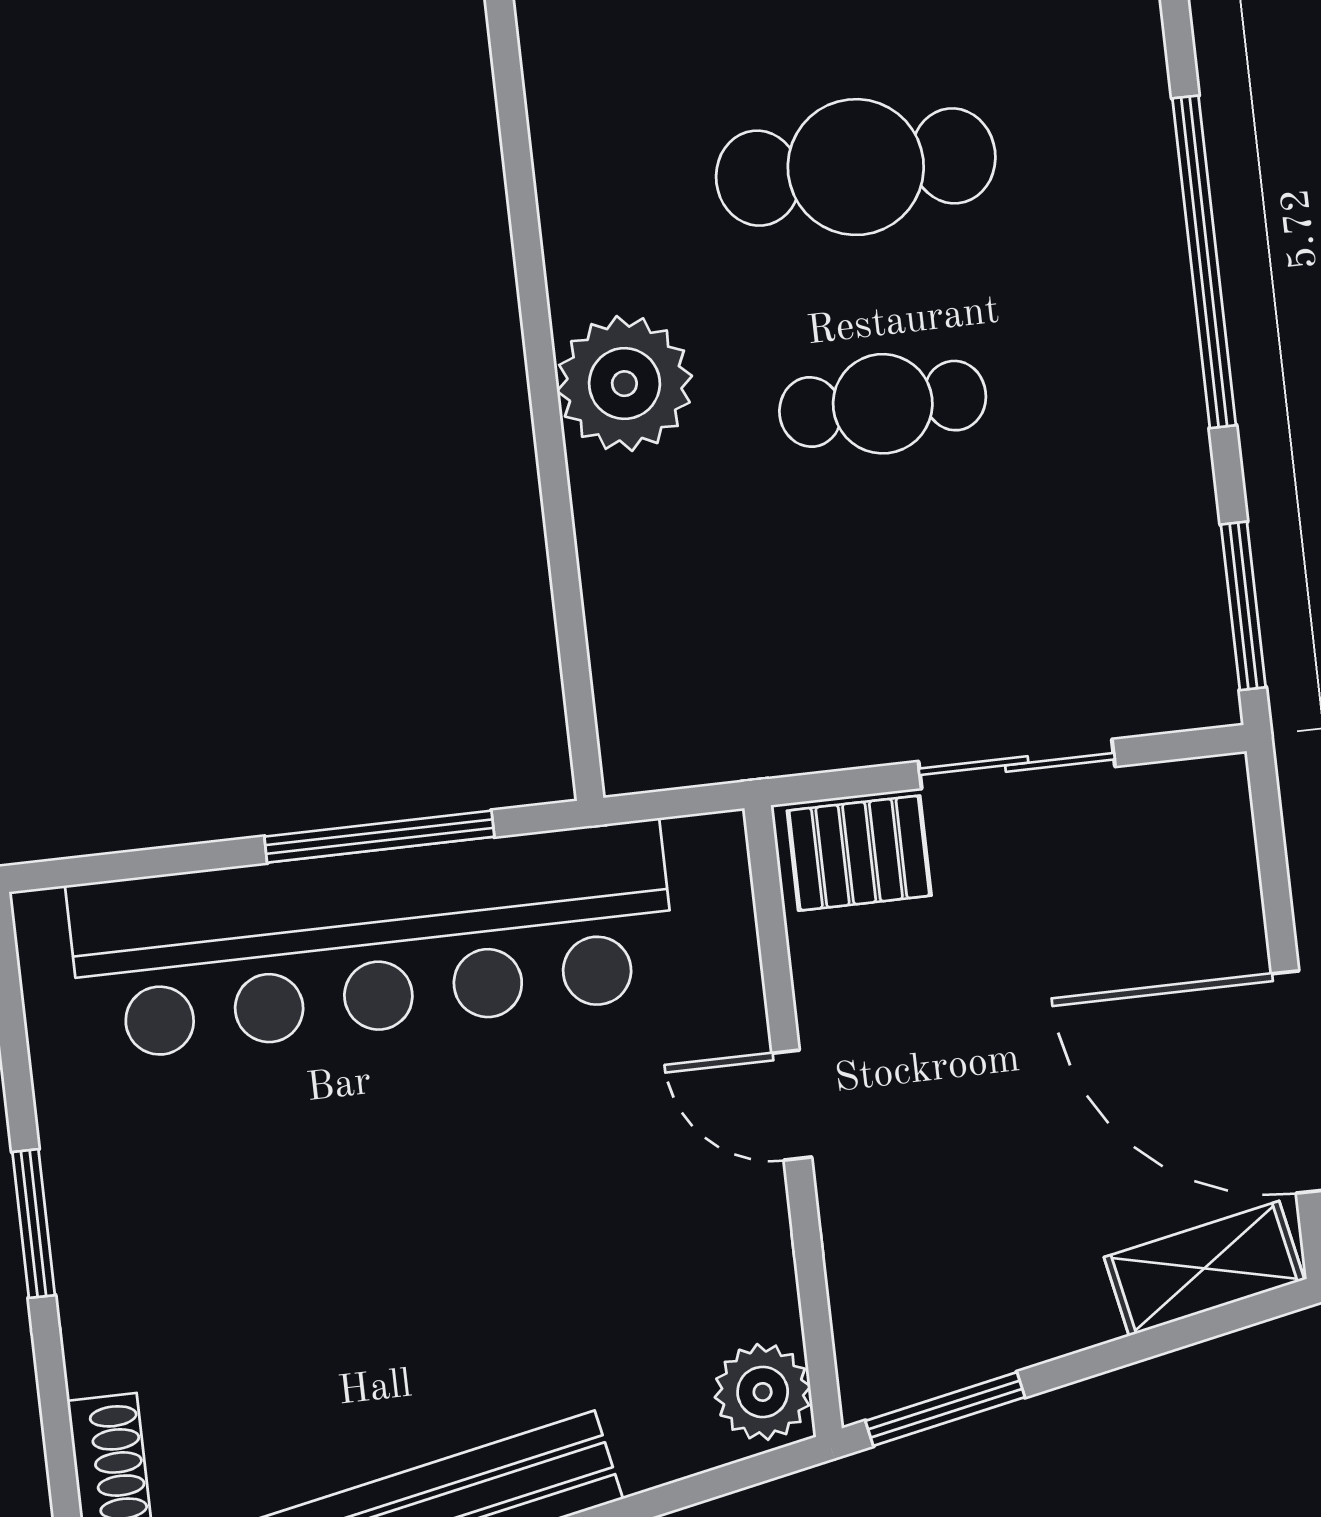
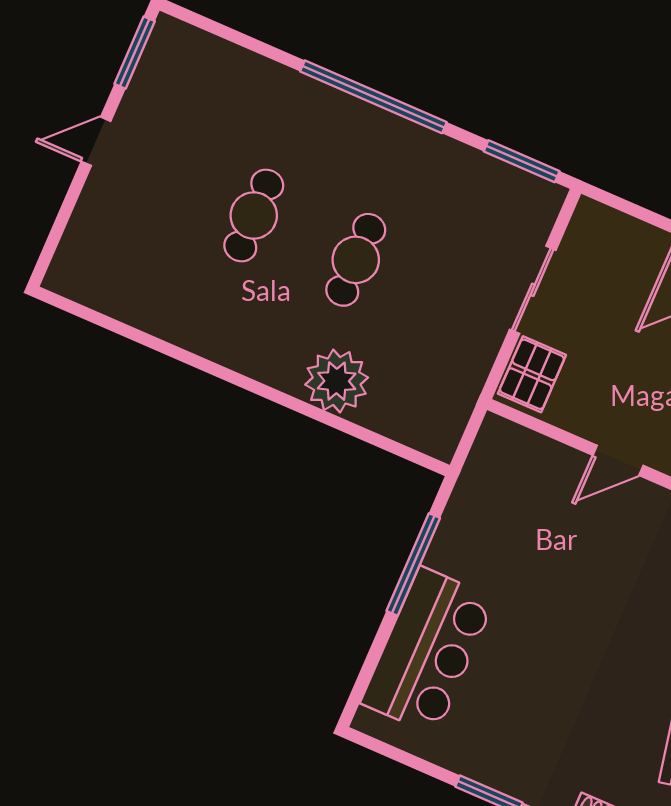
cafe table: (856, 167) -> (254, 215), width x0.73, depth x0.74
plant: (624, 384) -> (337, 381), moved
bar counter: (372, 941) -> (428, 651), width x0.54

